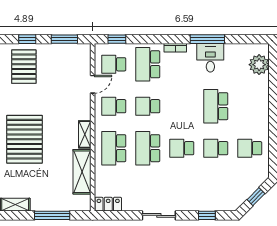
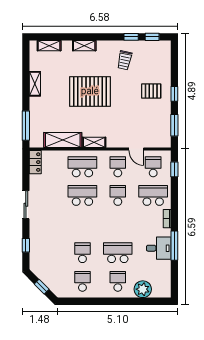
plant: (259, 65) -> (143, 289), moved
pallet: (24, 67) -> (151, 91), width x0.67, depth x0.71
school desk: (182, 148) -> (118, 281), moved
window: (52, 215) -> (26, 126), moved

